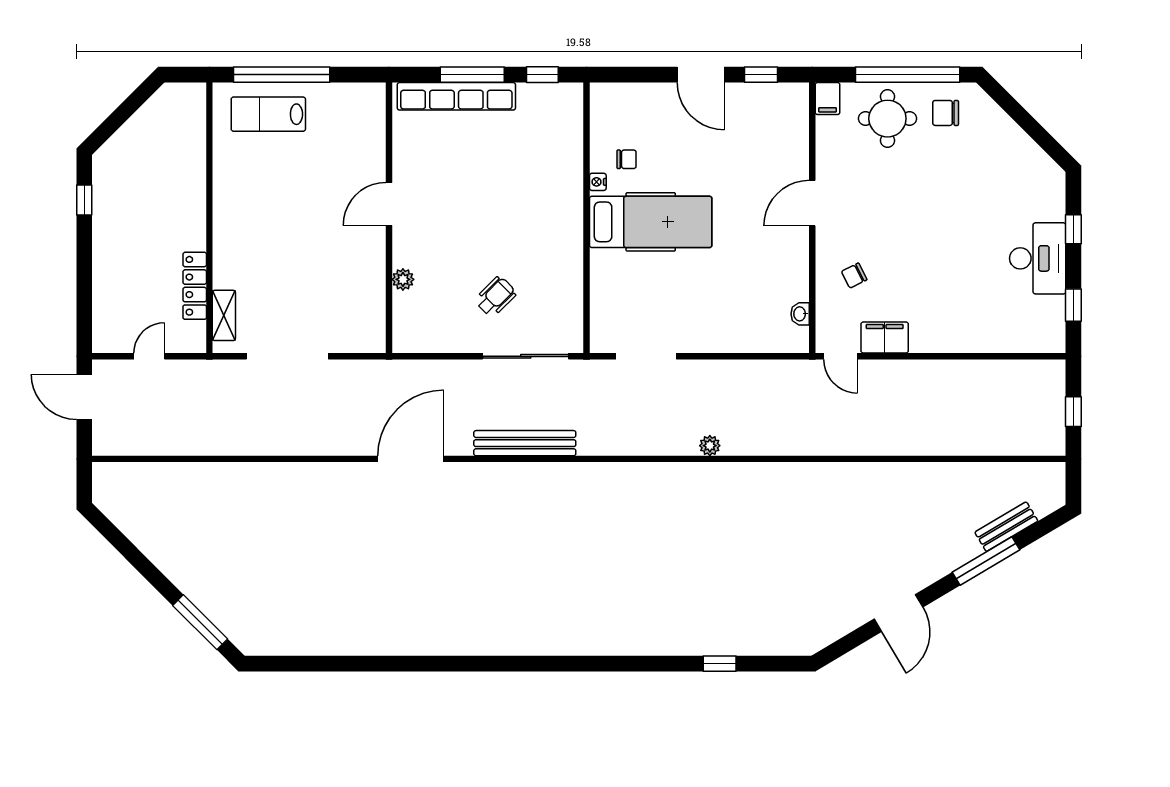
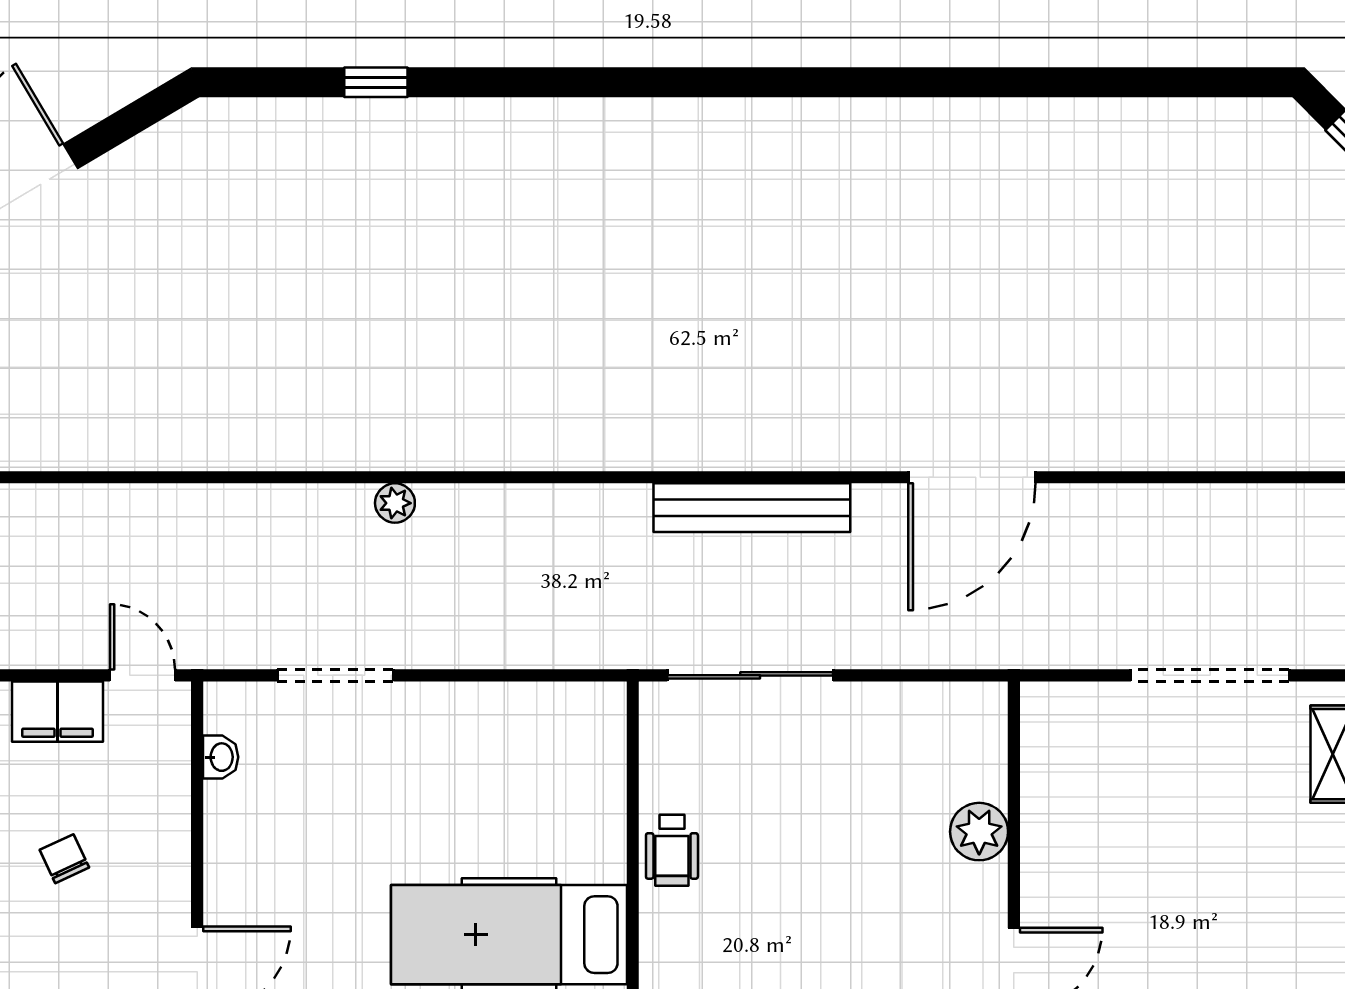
chair: (854, 276) -> (64, 859), moved, turned -88
plant: (403, 279) -> (979, 832), width x1.38, depth x1.38
wheelchair: (496, 297) -> (672, 850), moved, turned -45
doorway: (646, 356) -> (335, 675), moved

